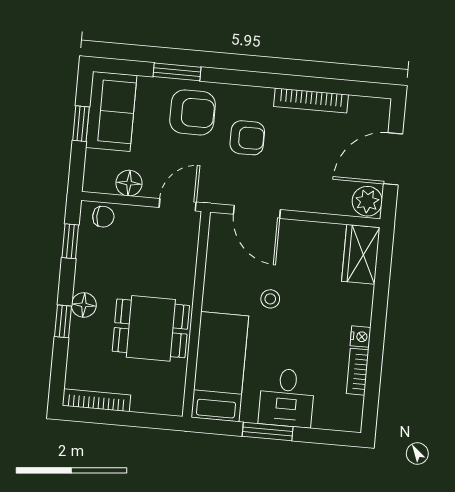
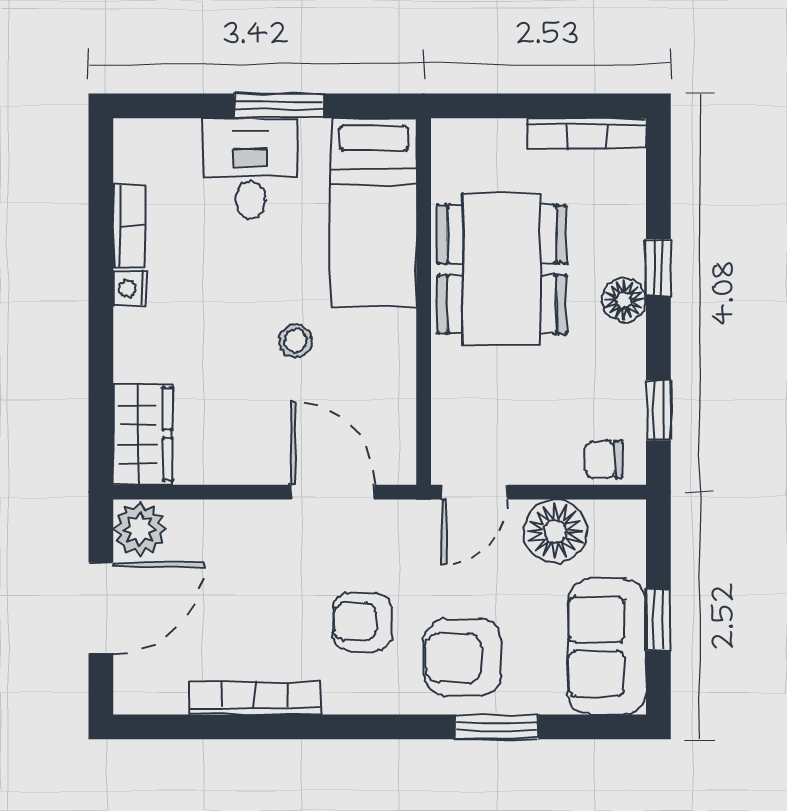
floor lamp: (129, 183) -> (555, 531), width x1.38, depth x1.38
dining table: (151, 328) -> (502, 269), width x1.37

